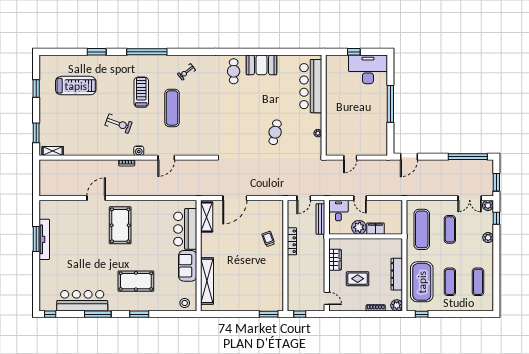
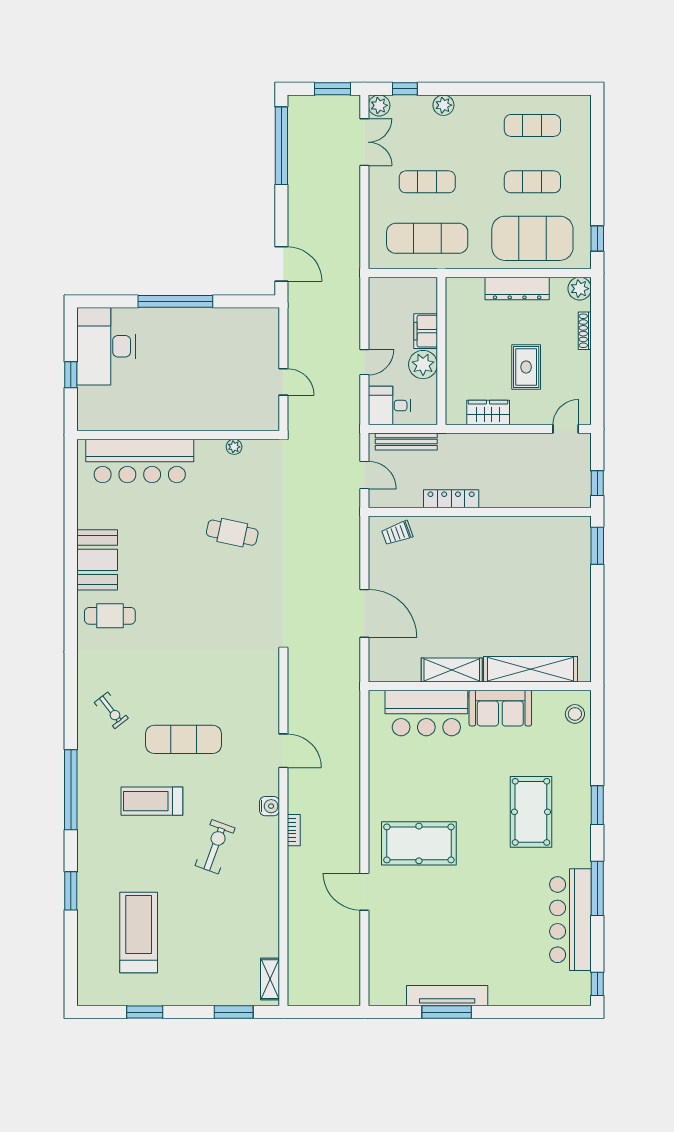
shelving: (207, 217) -> (452, 670), moved
trolley: (268, 239) -> (397, 533), moved

